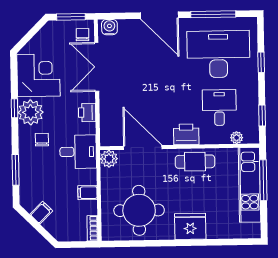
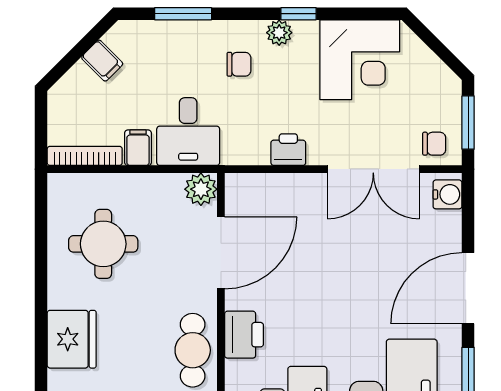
double door: (97, 67) -> (373, 169), swing flipped
plant: (31, 112) -> (279, 33), width x0.53, depth x0.53
desk: (78, 152) -> (188, 132), moved
round table: (139, 210) -> (103, 244), width x0.73, depth x0.73
bookcase: (92, 228) -> (85, 156), width x1.56

